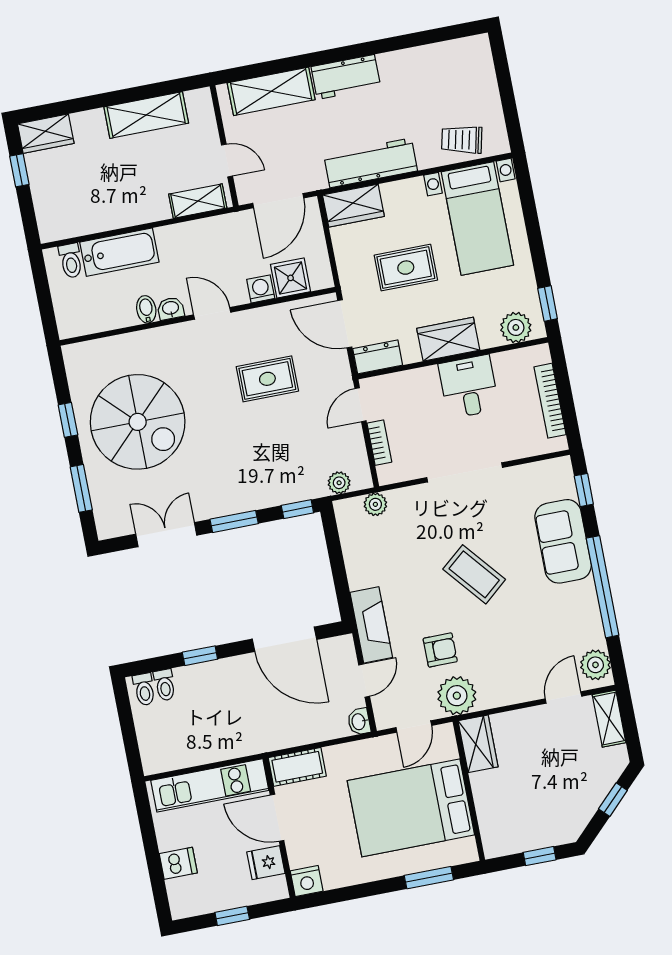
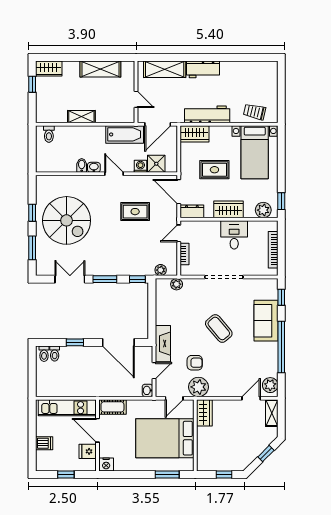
shelving: (198, 201) -> (81, 117), moved
bathtub: (119, 252) -> (125, 134), moved

